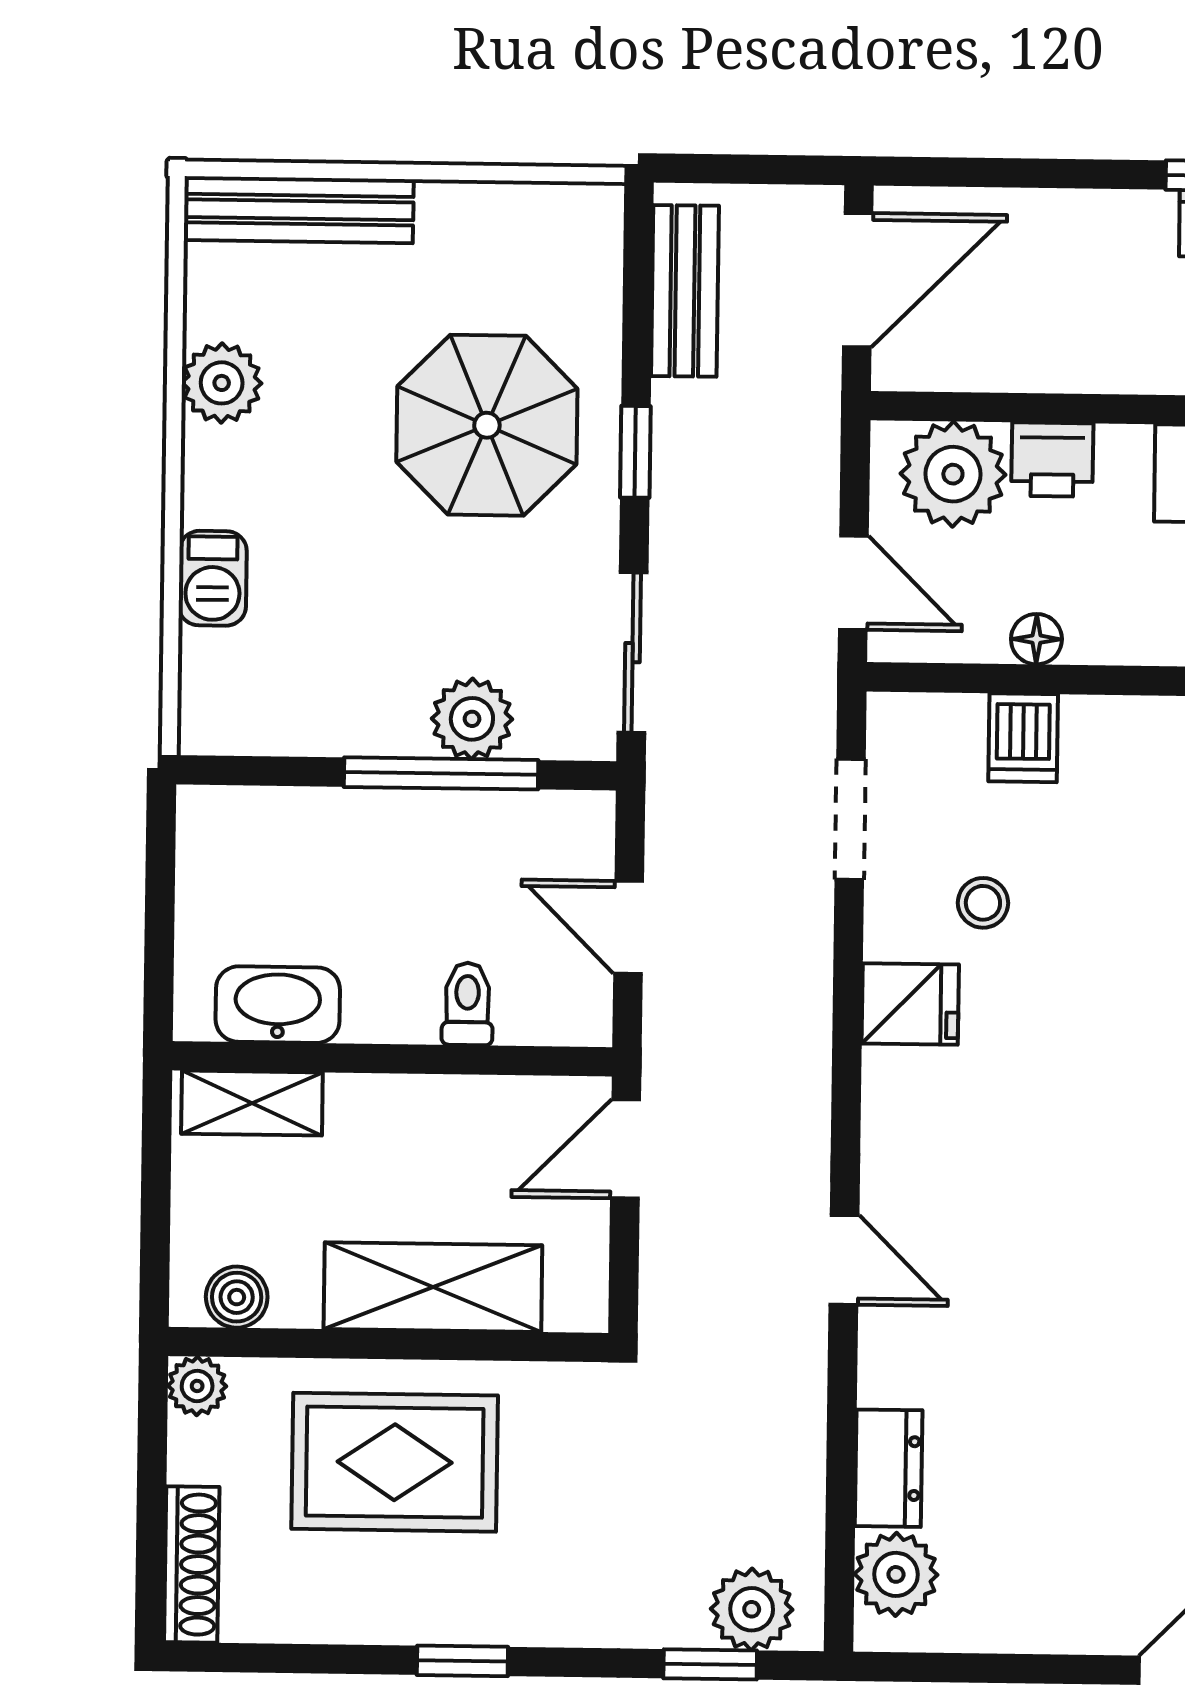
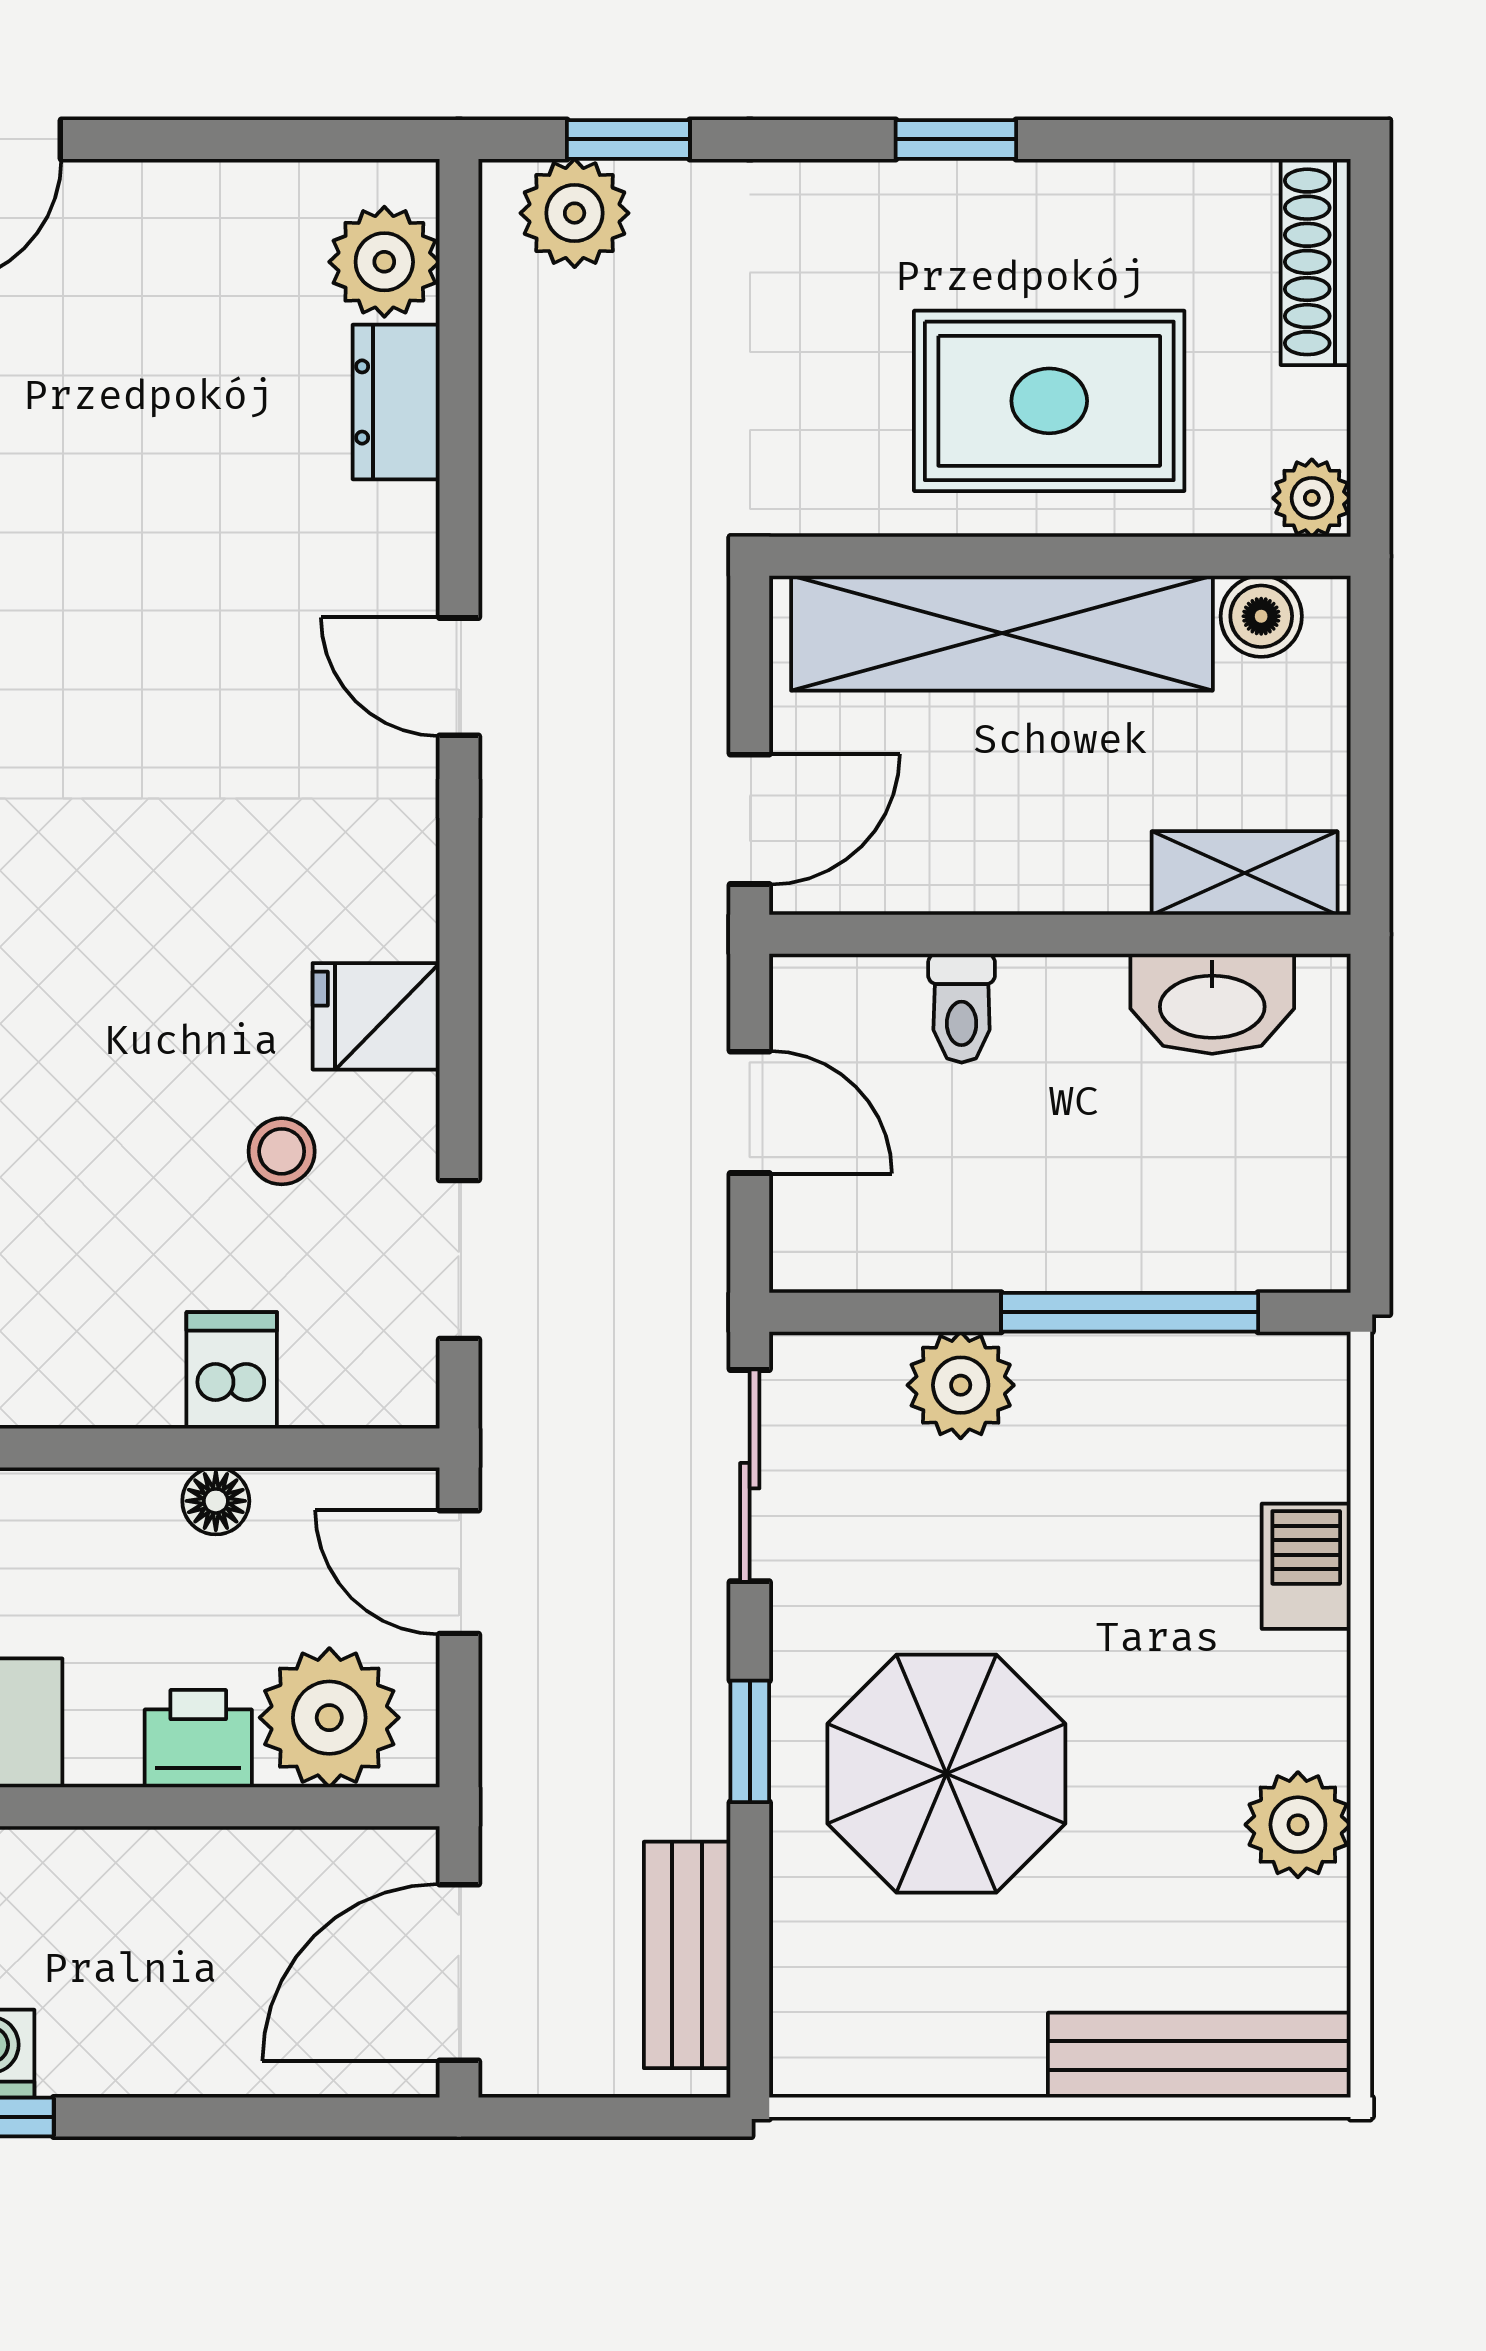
window: (441, 773) -> (1130, 1312), moved
shelving: (433, 1287) -> (1002, 633), width x1.47

